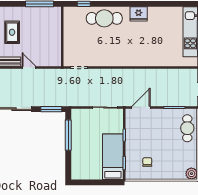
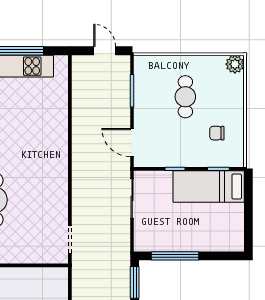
cafe table: (187, 128) -> (185, 97), moved, turned 90

